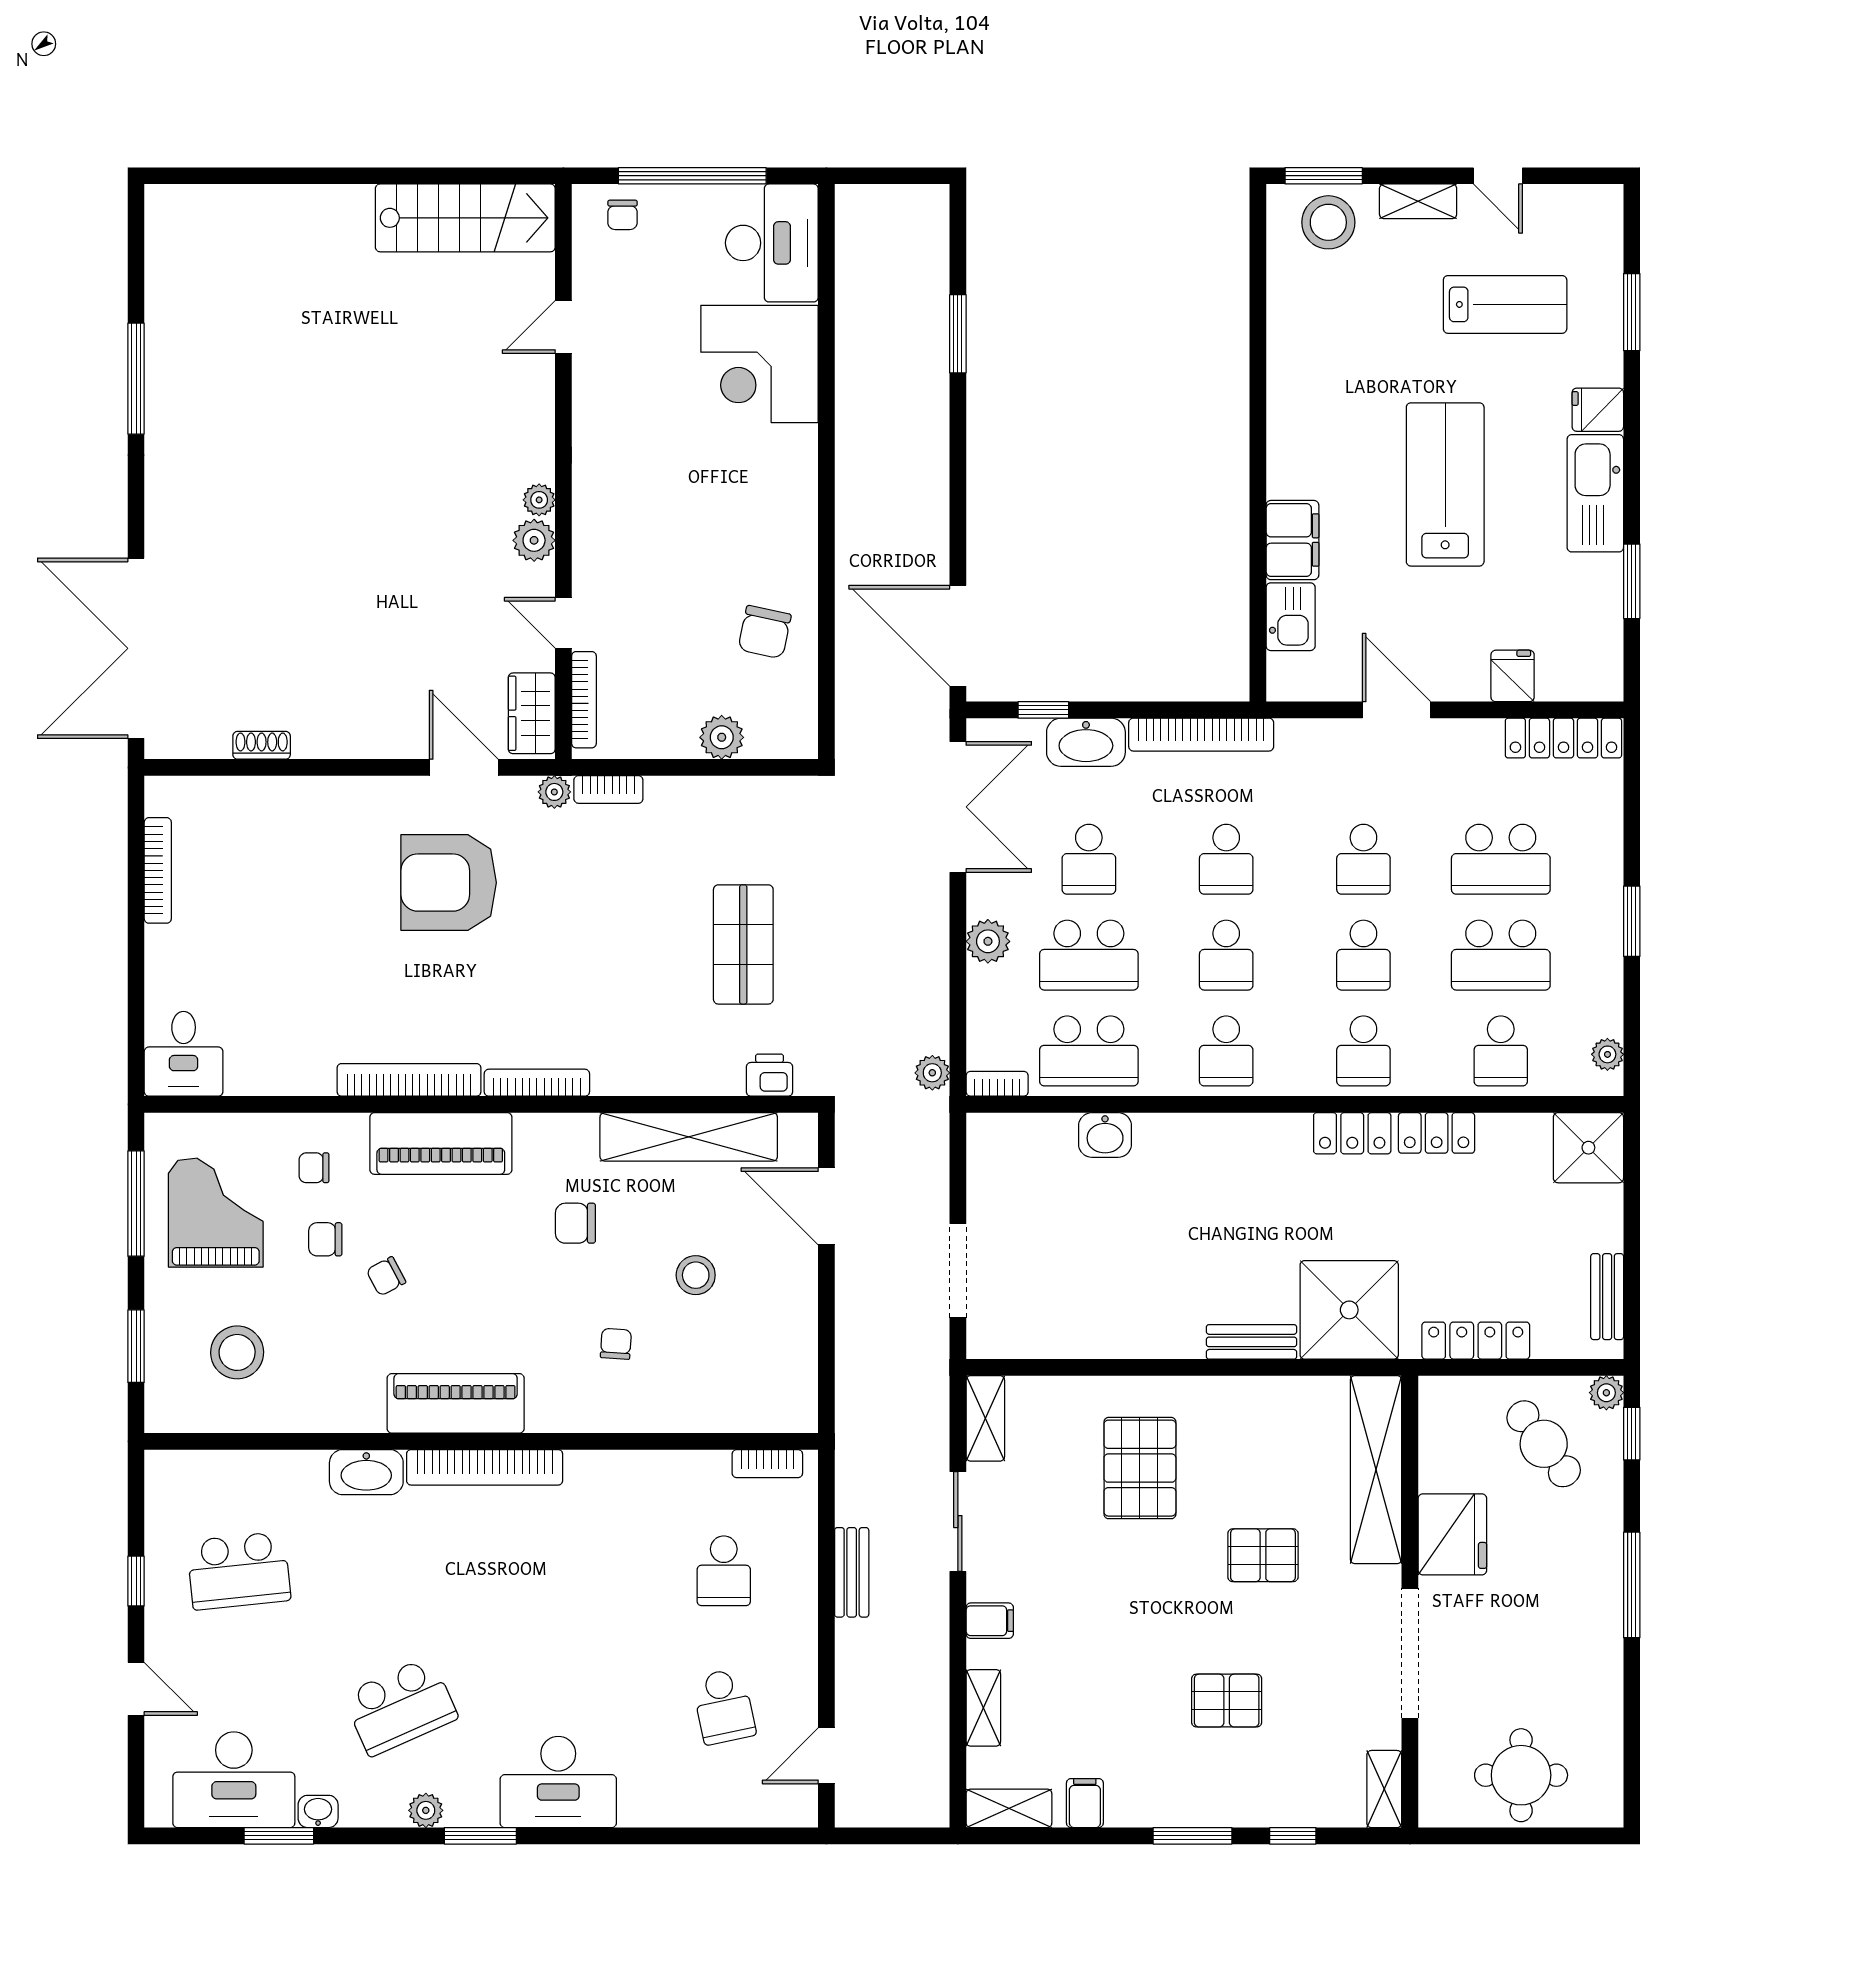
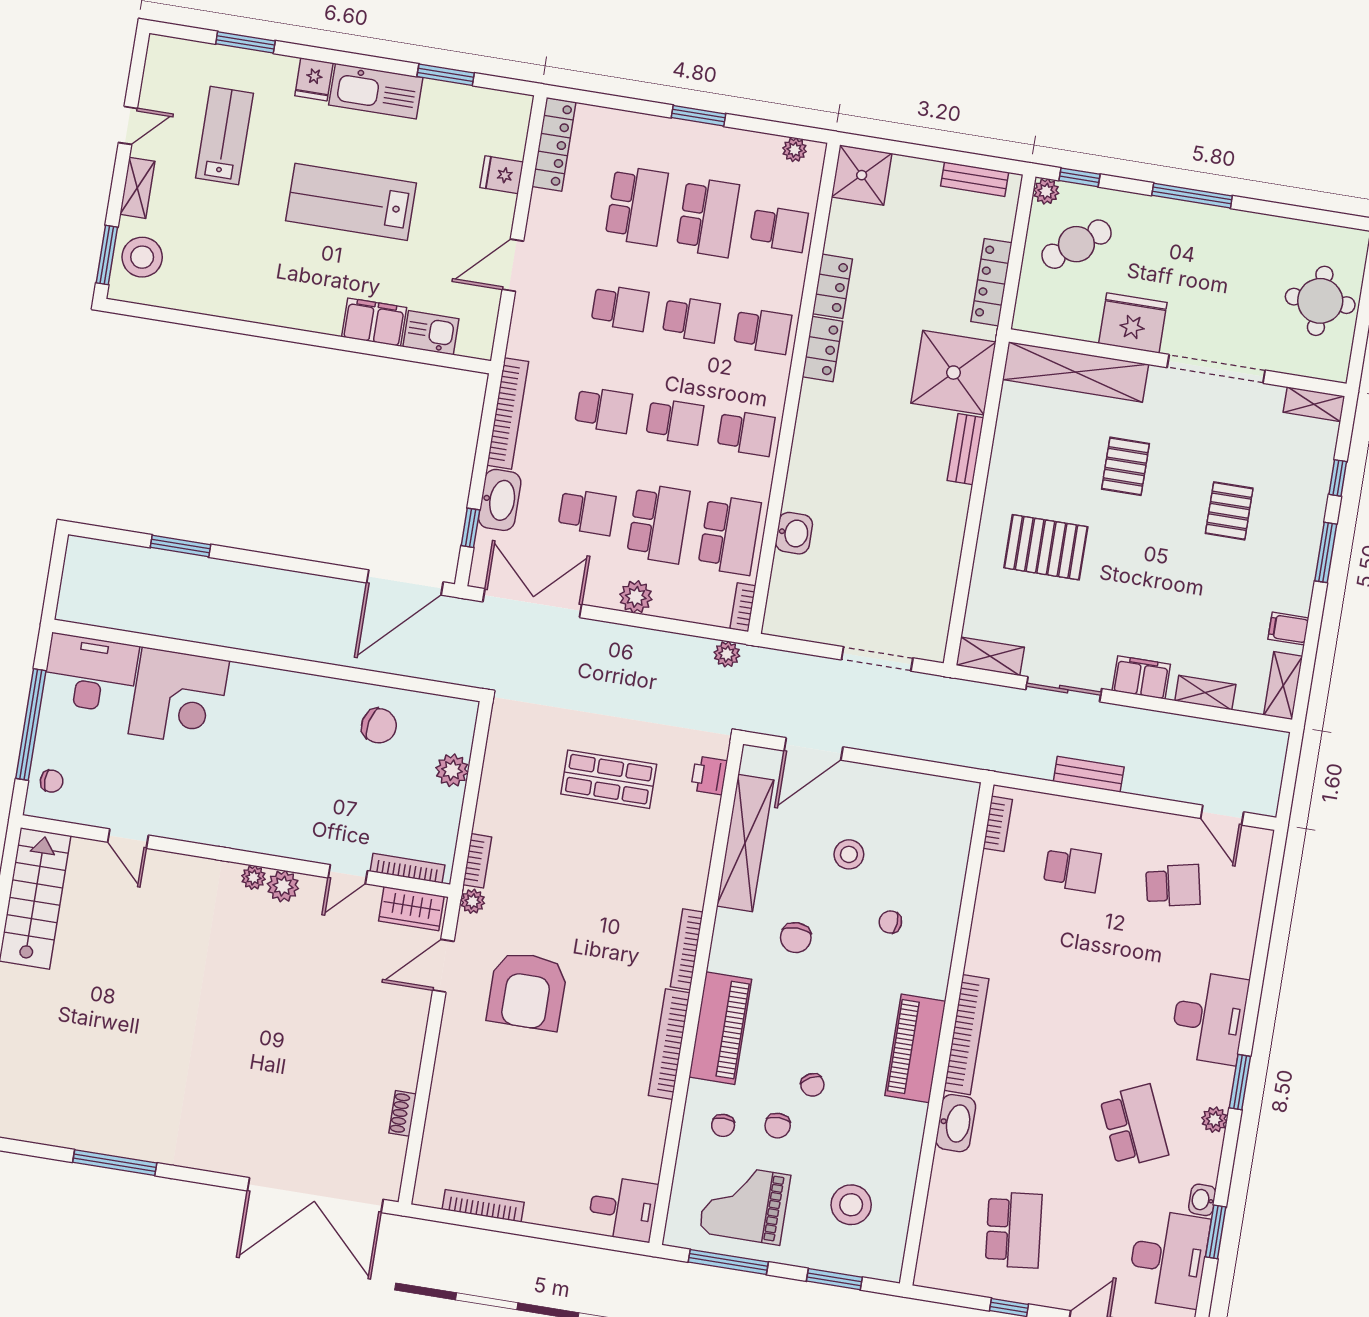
filing cabinet: (990, 1621) -> (1141, 677), width x2.00

